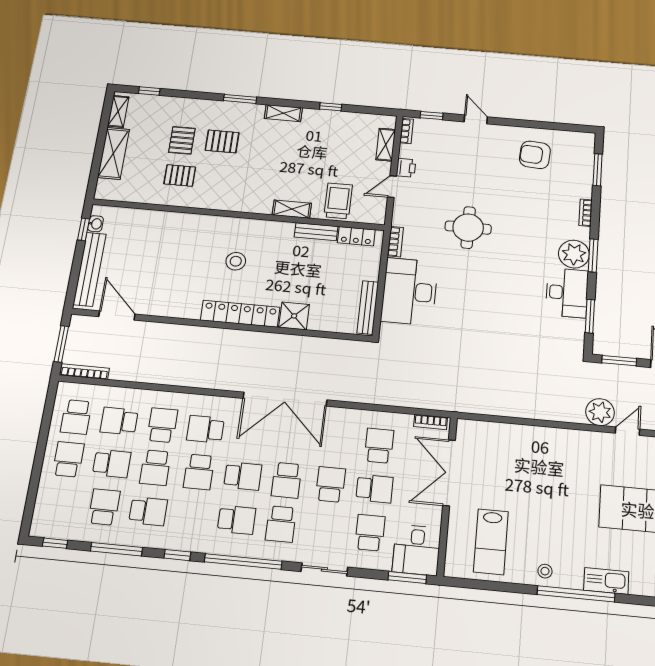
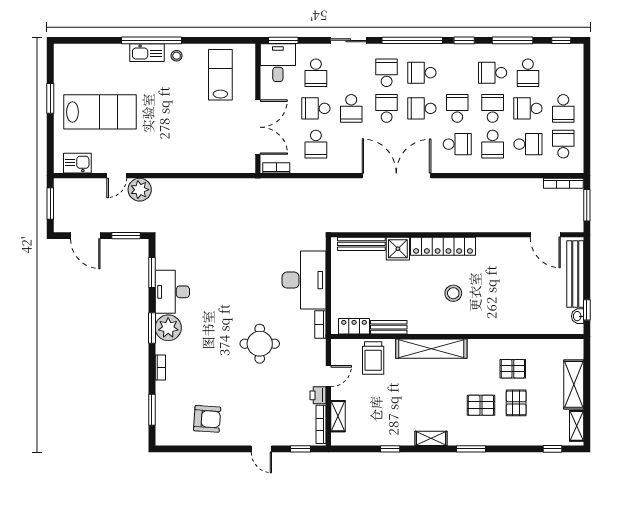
bookcase: (407, 131) -> (321, 424), width x1.56
shelving: (292, 209) -> (431, 349), width x2.20, depth x1.33
bench: (368, 307) -> (361, 244), moved, turned 90
kitchen sink: (606, 581) -> (147, 53), moved

